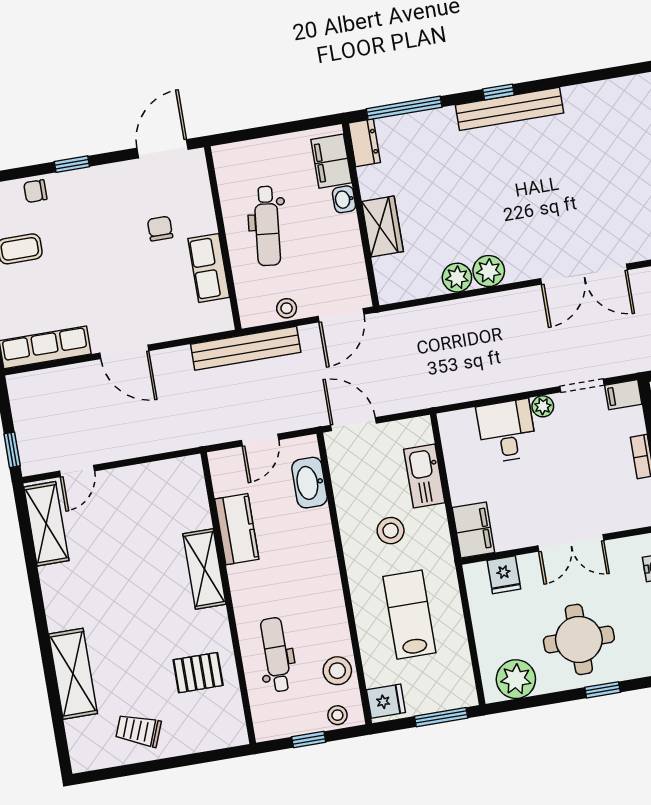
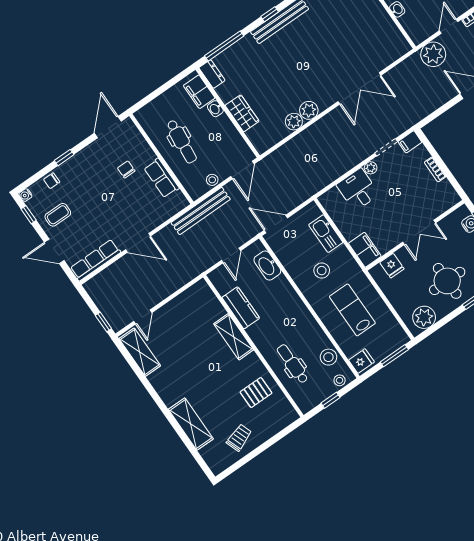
trolley: (138, 730) -> (239, 438), turned 139

